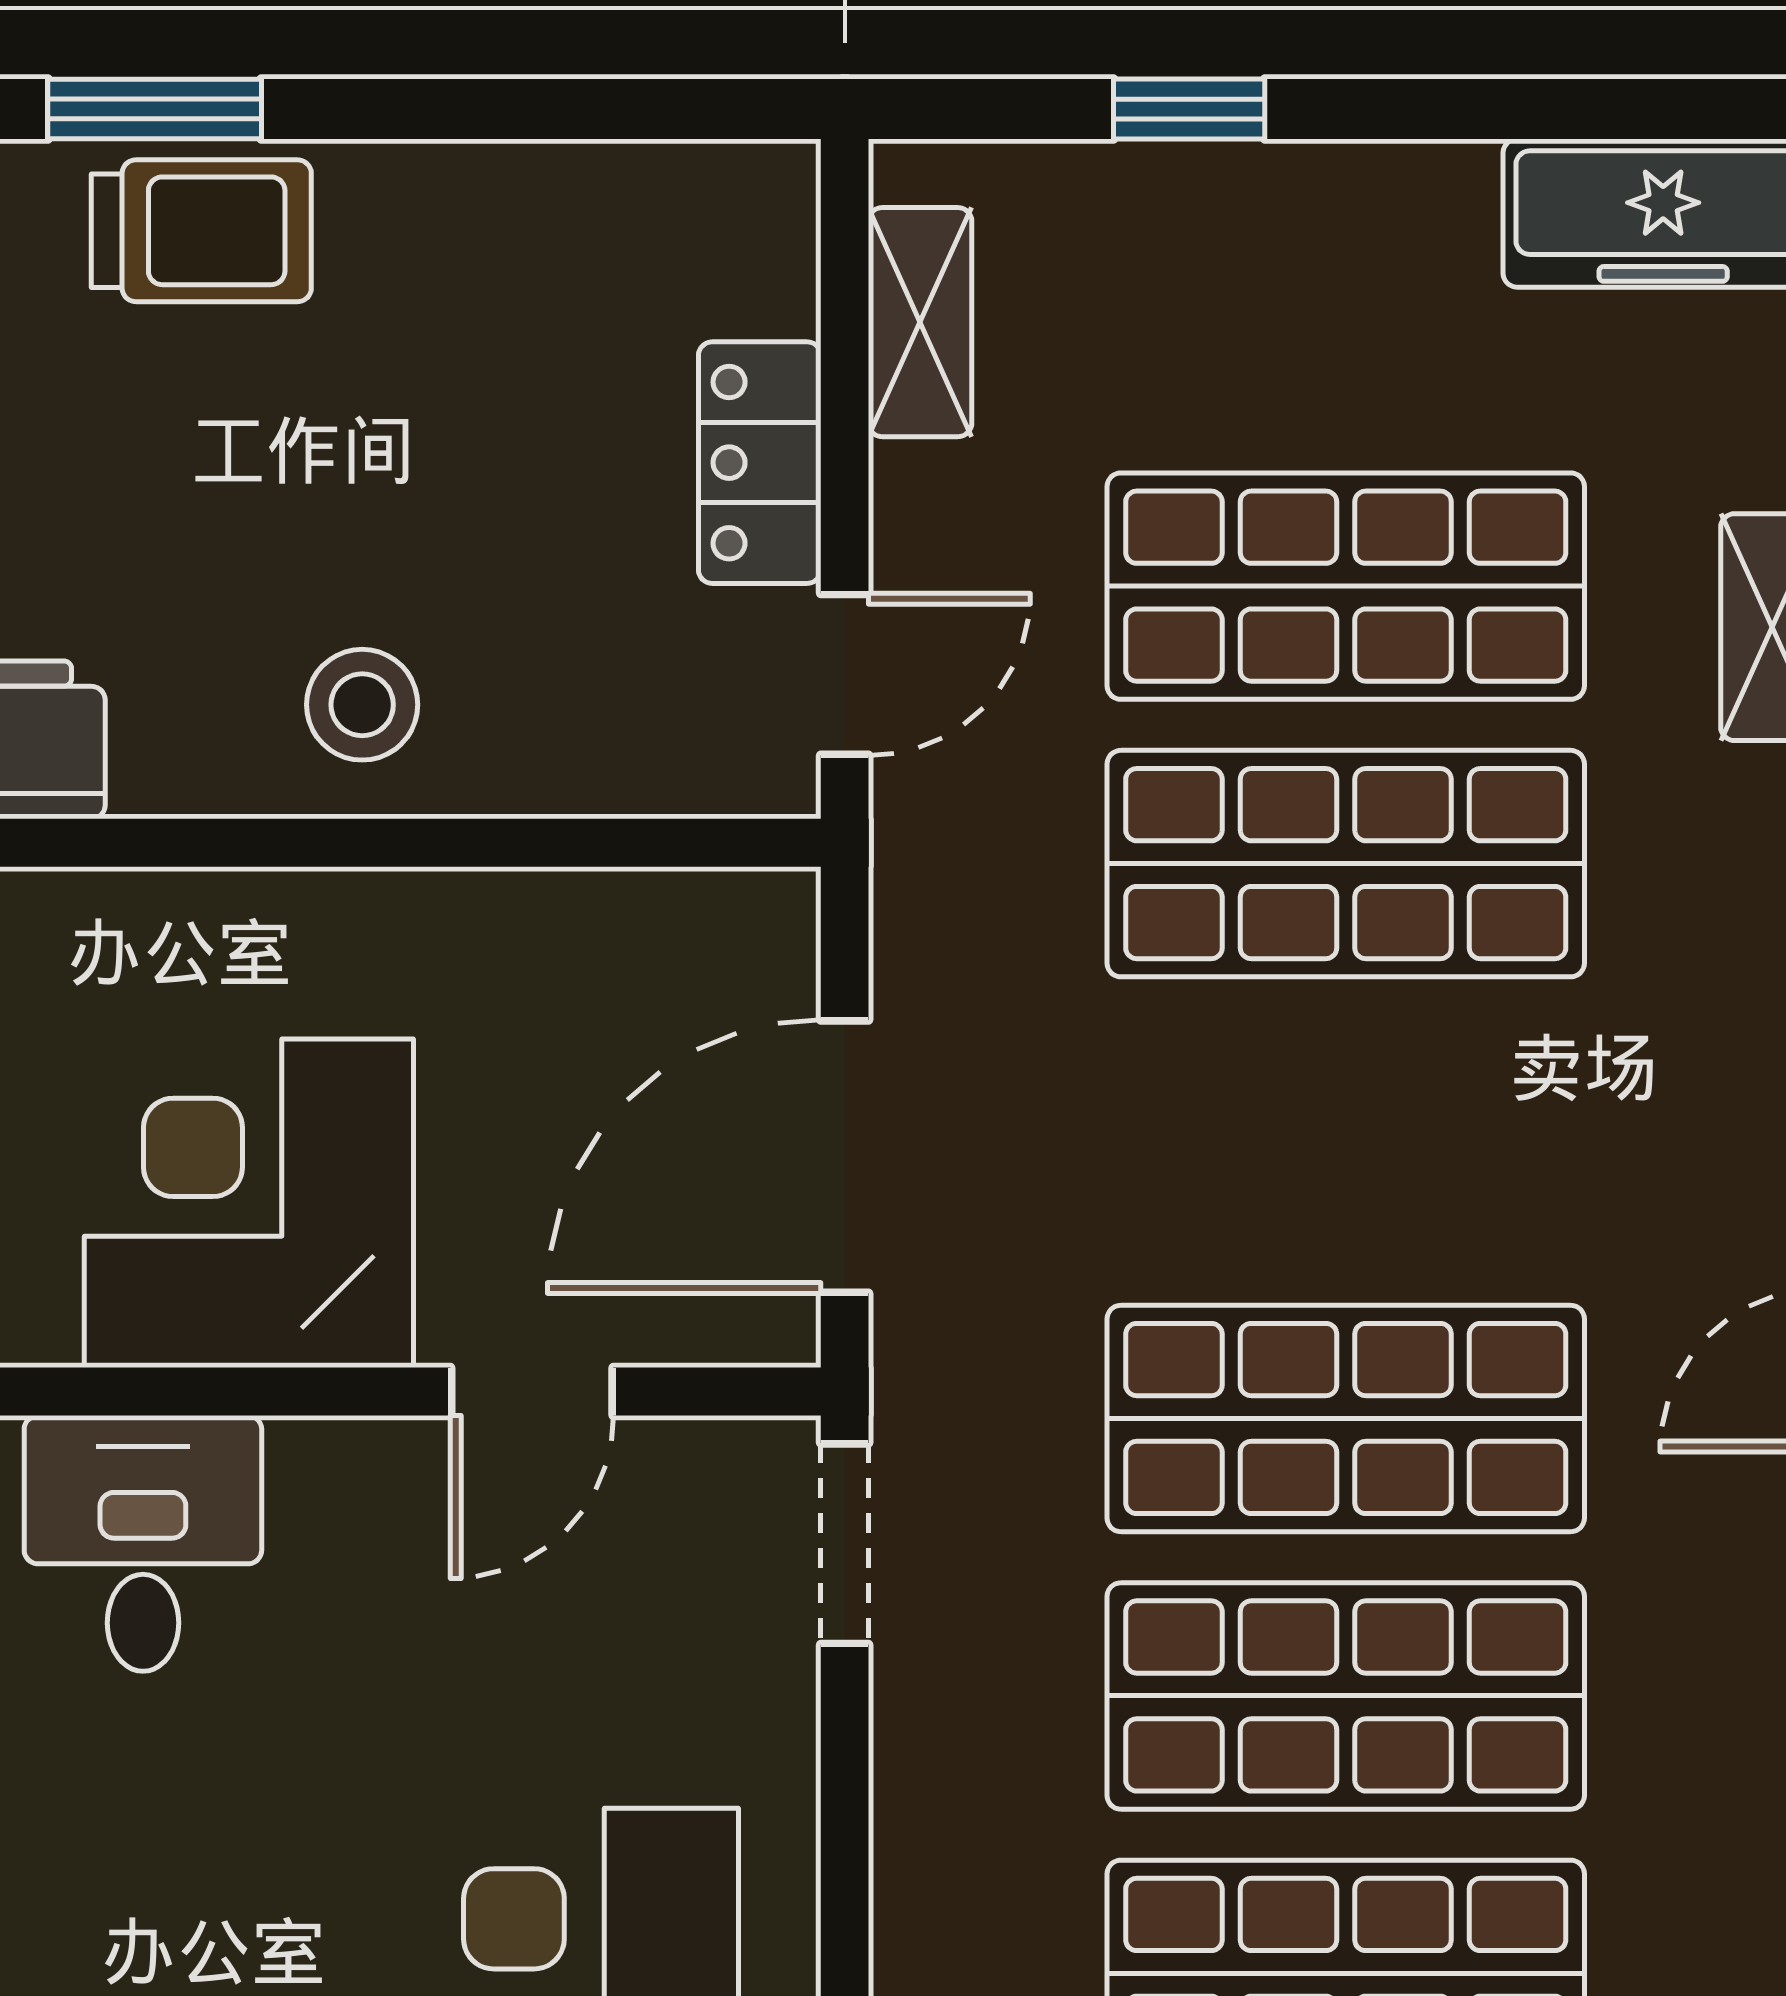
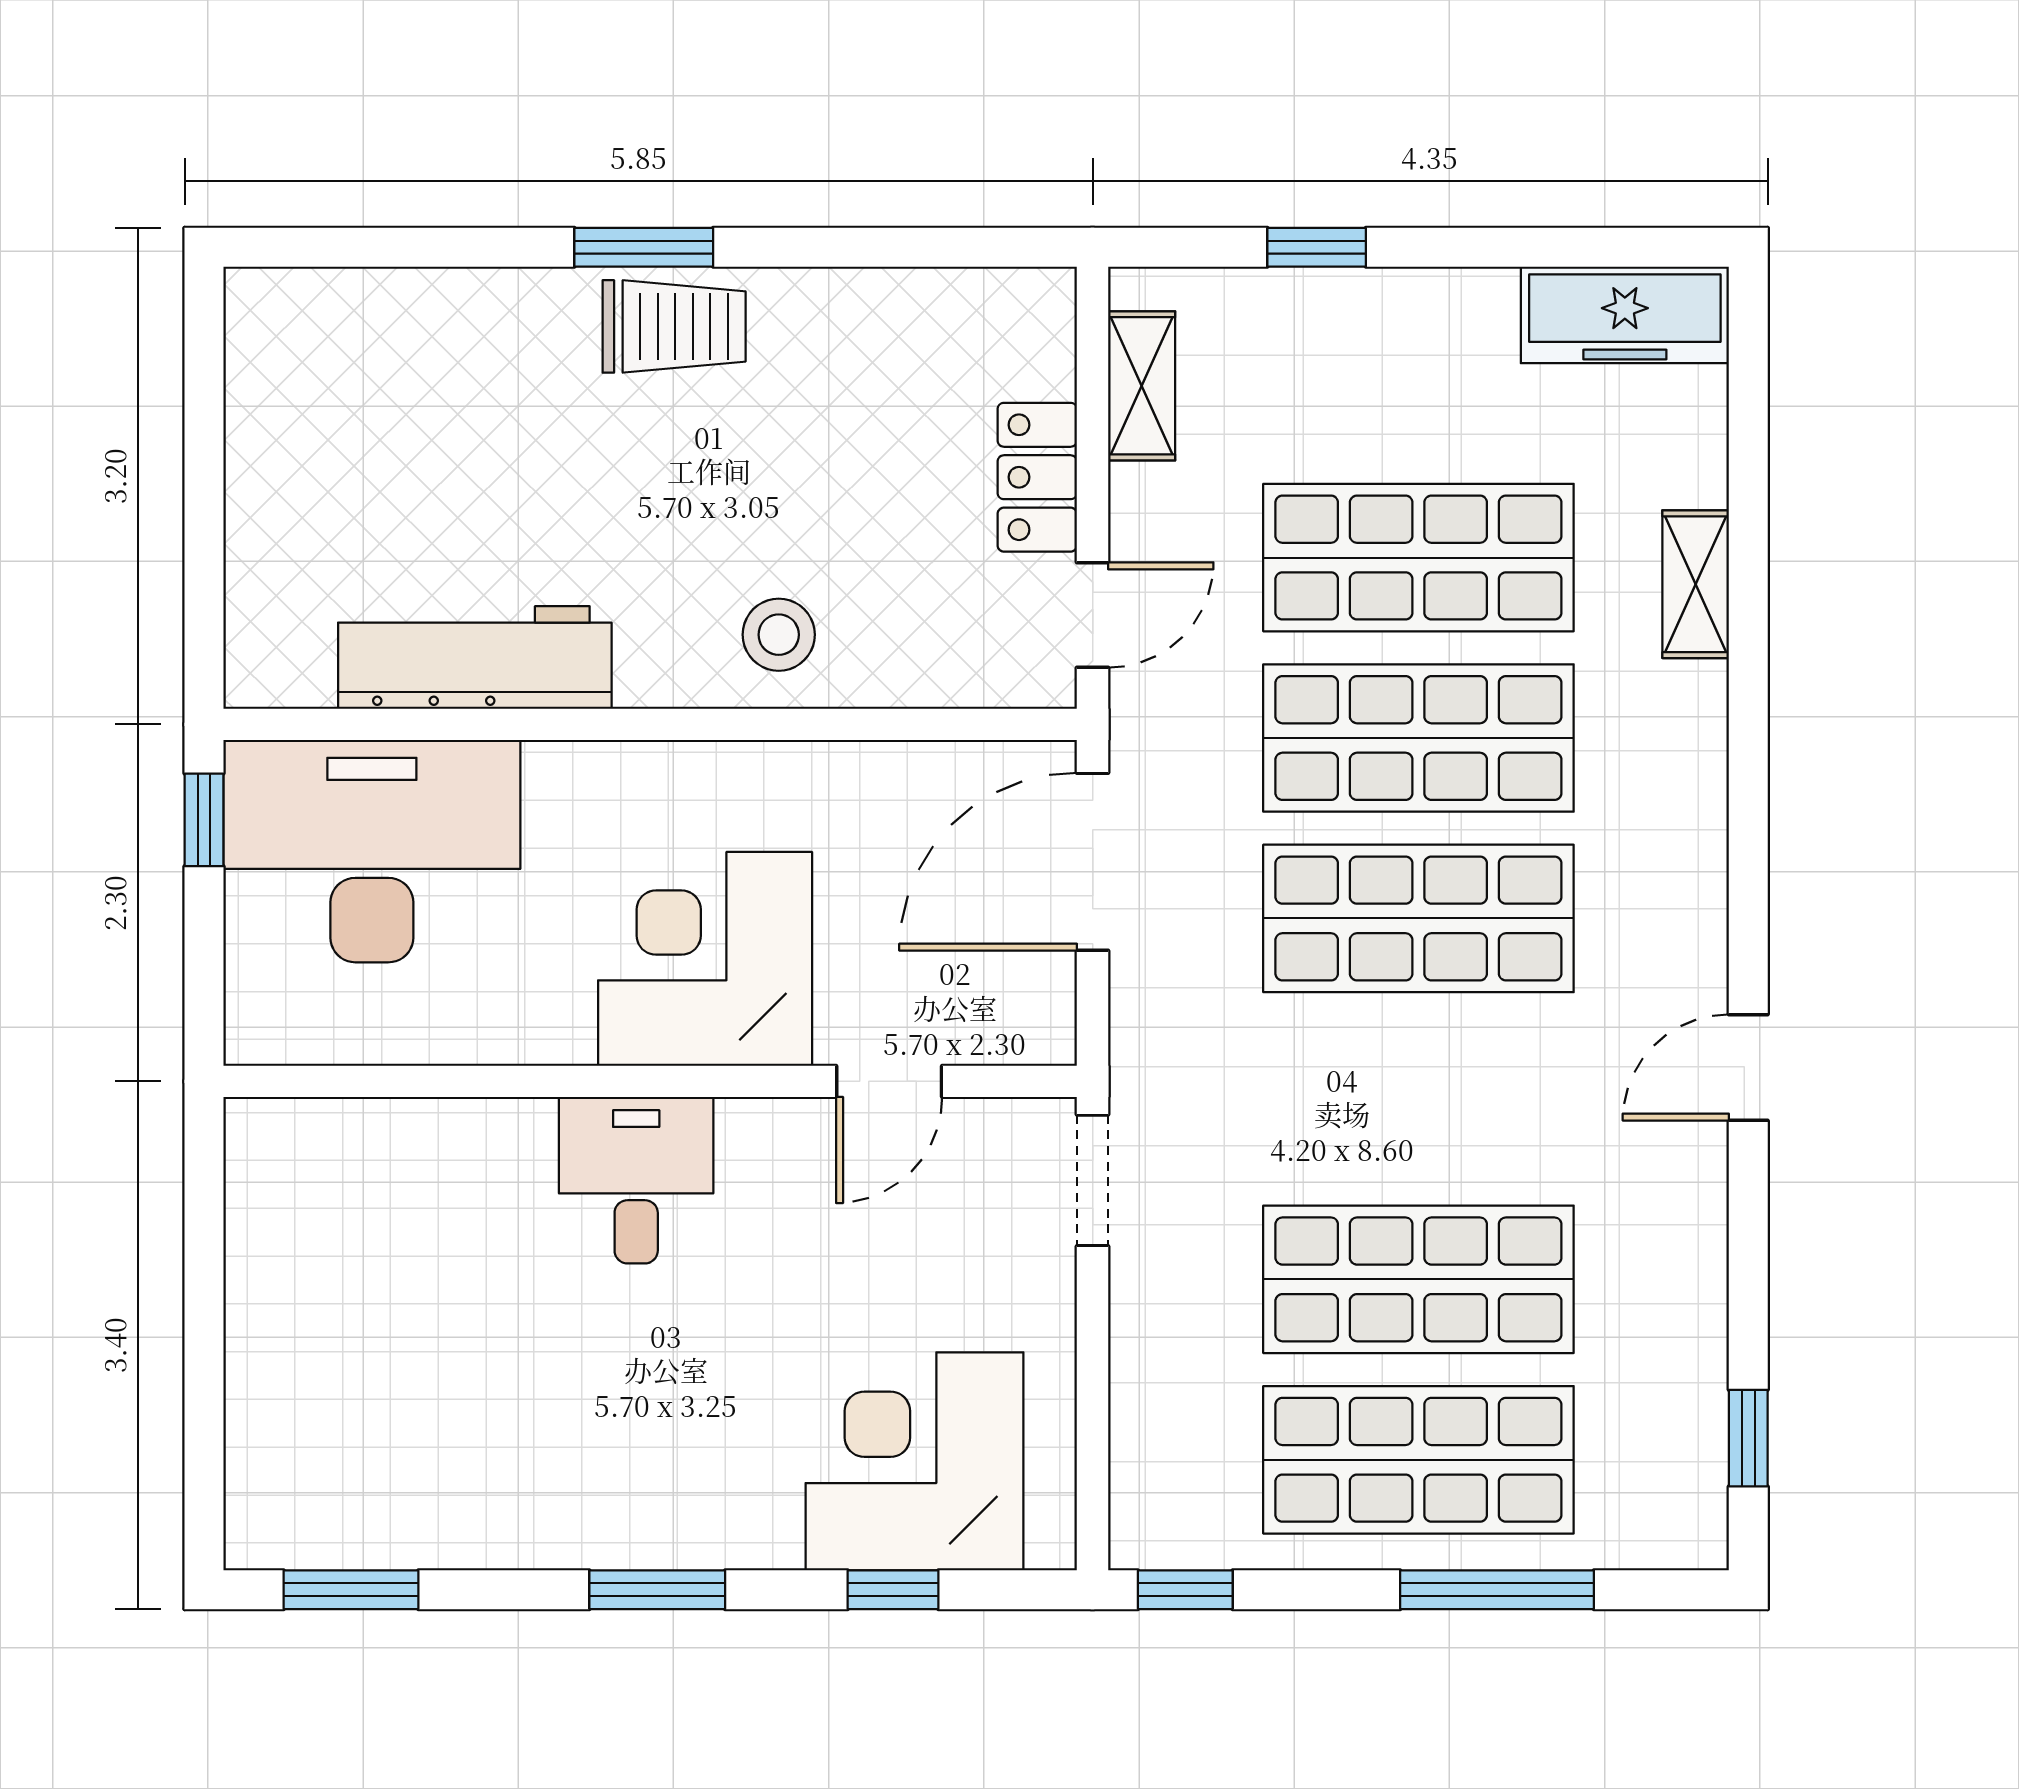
door: (845, 1157) -> (1093, 862), moved
shop shelf: (1346, 1418) -> (1418, 918), moved

